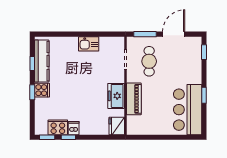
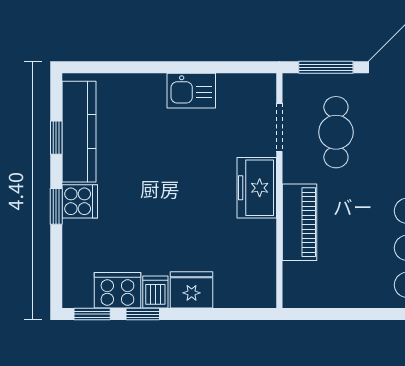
freezer: (116, 96) -> (257, 188), moved
fridge: (117, 126) -> (192, 290), moved, turned 90

